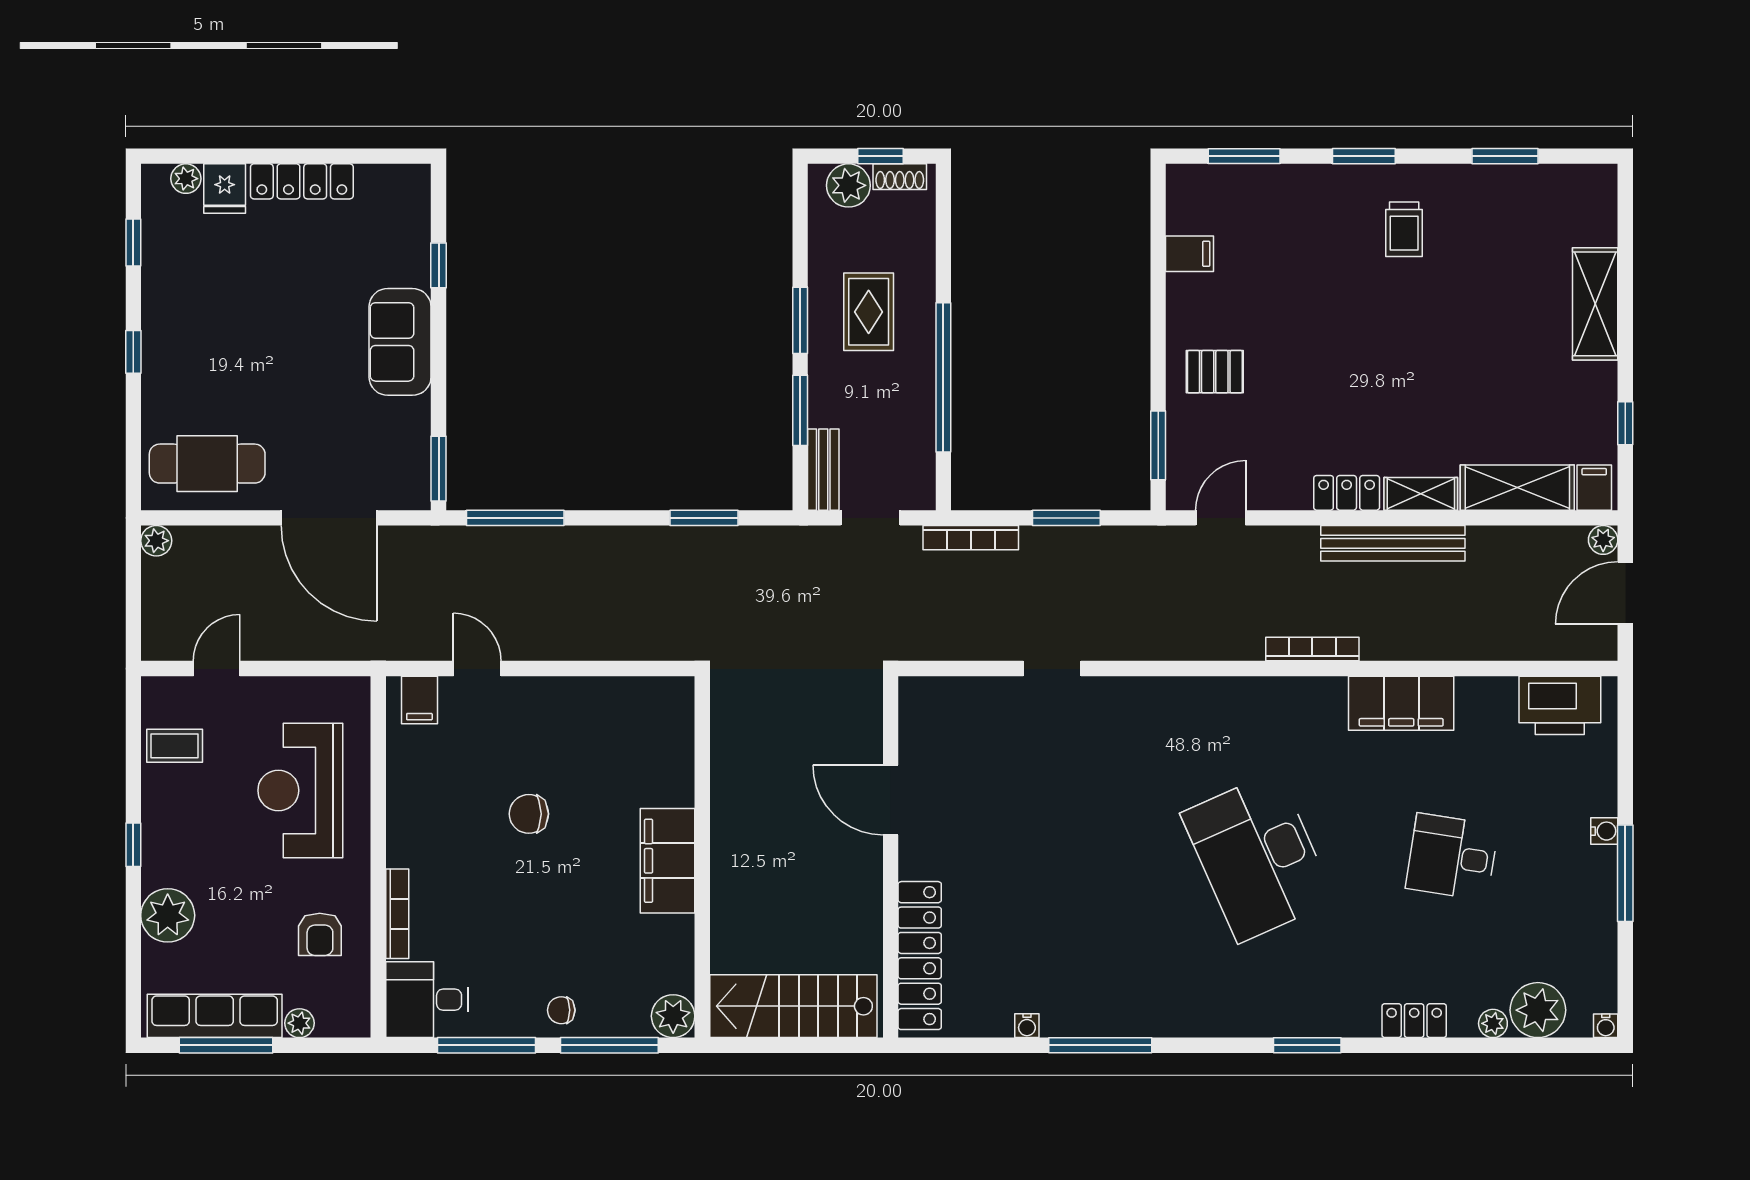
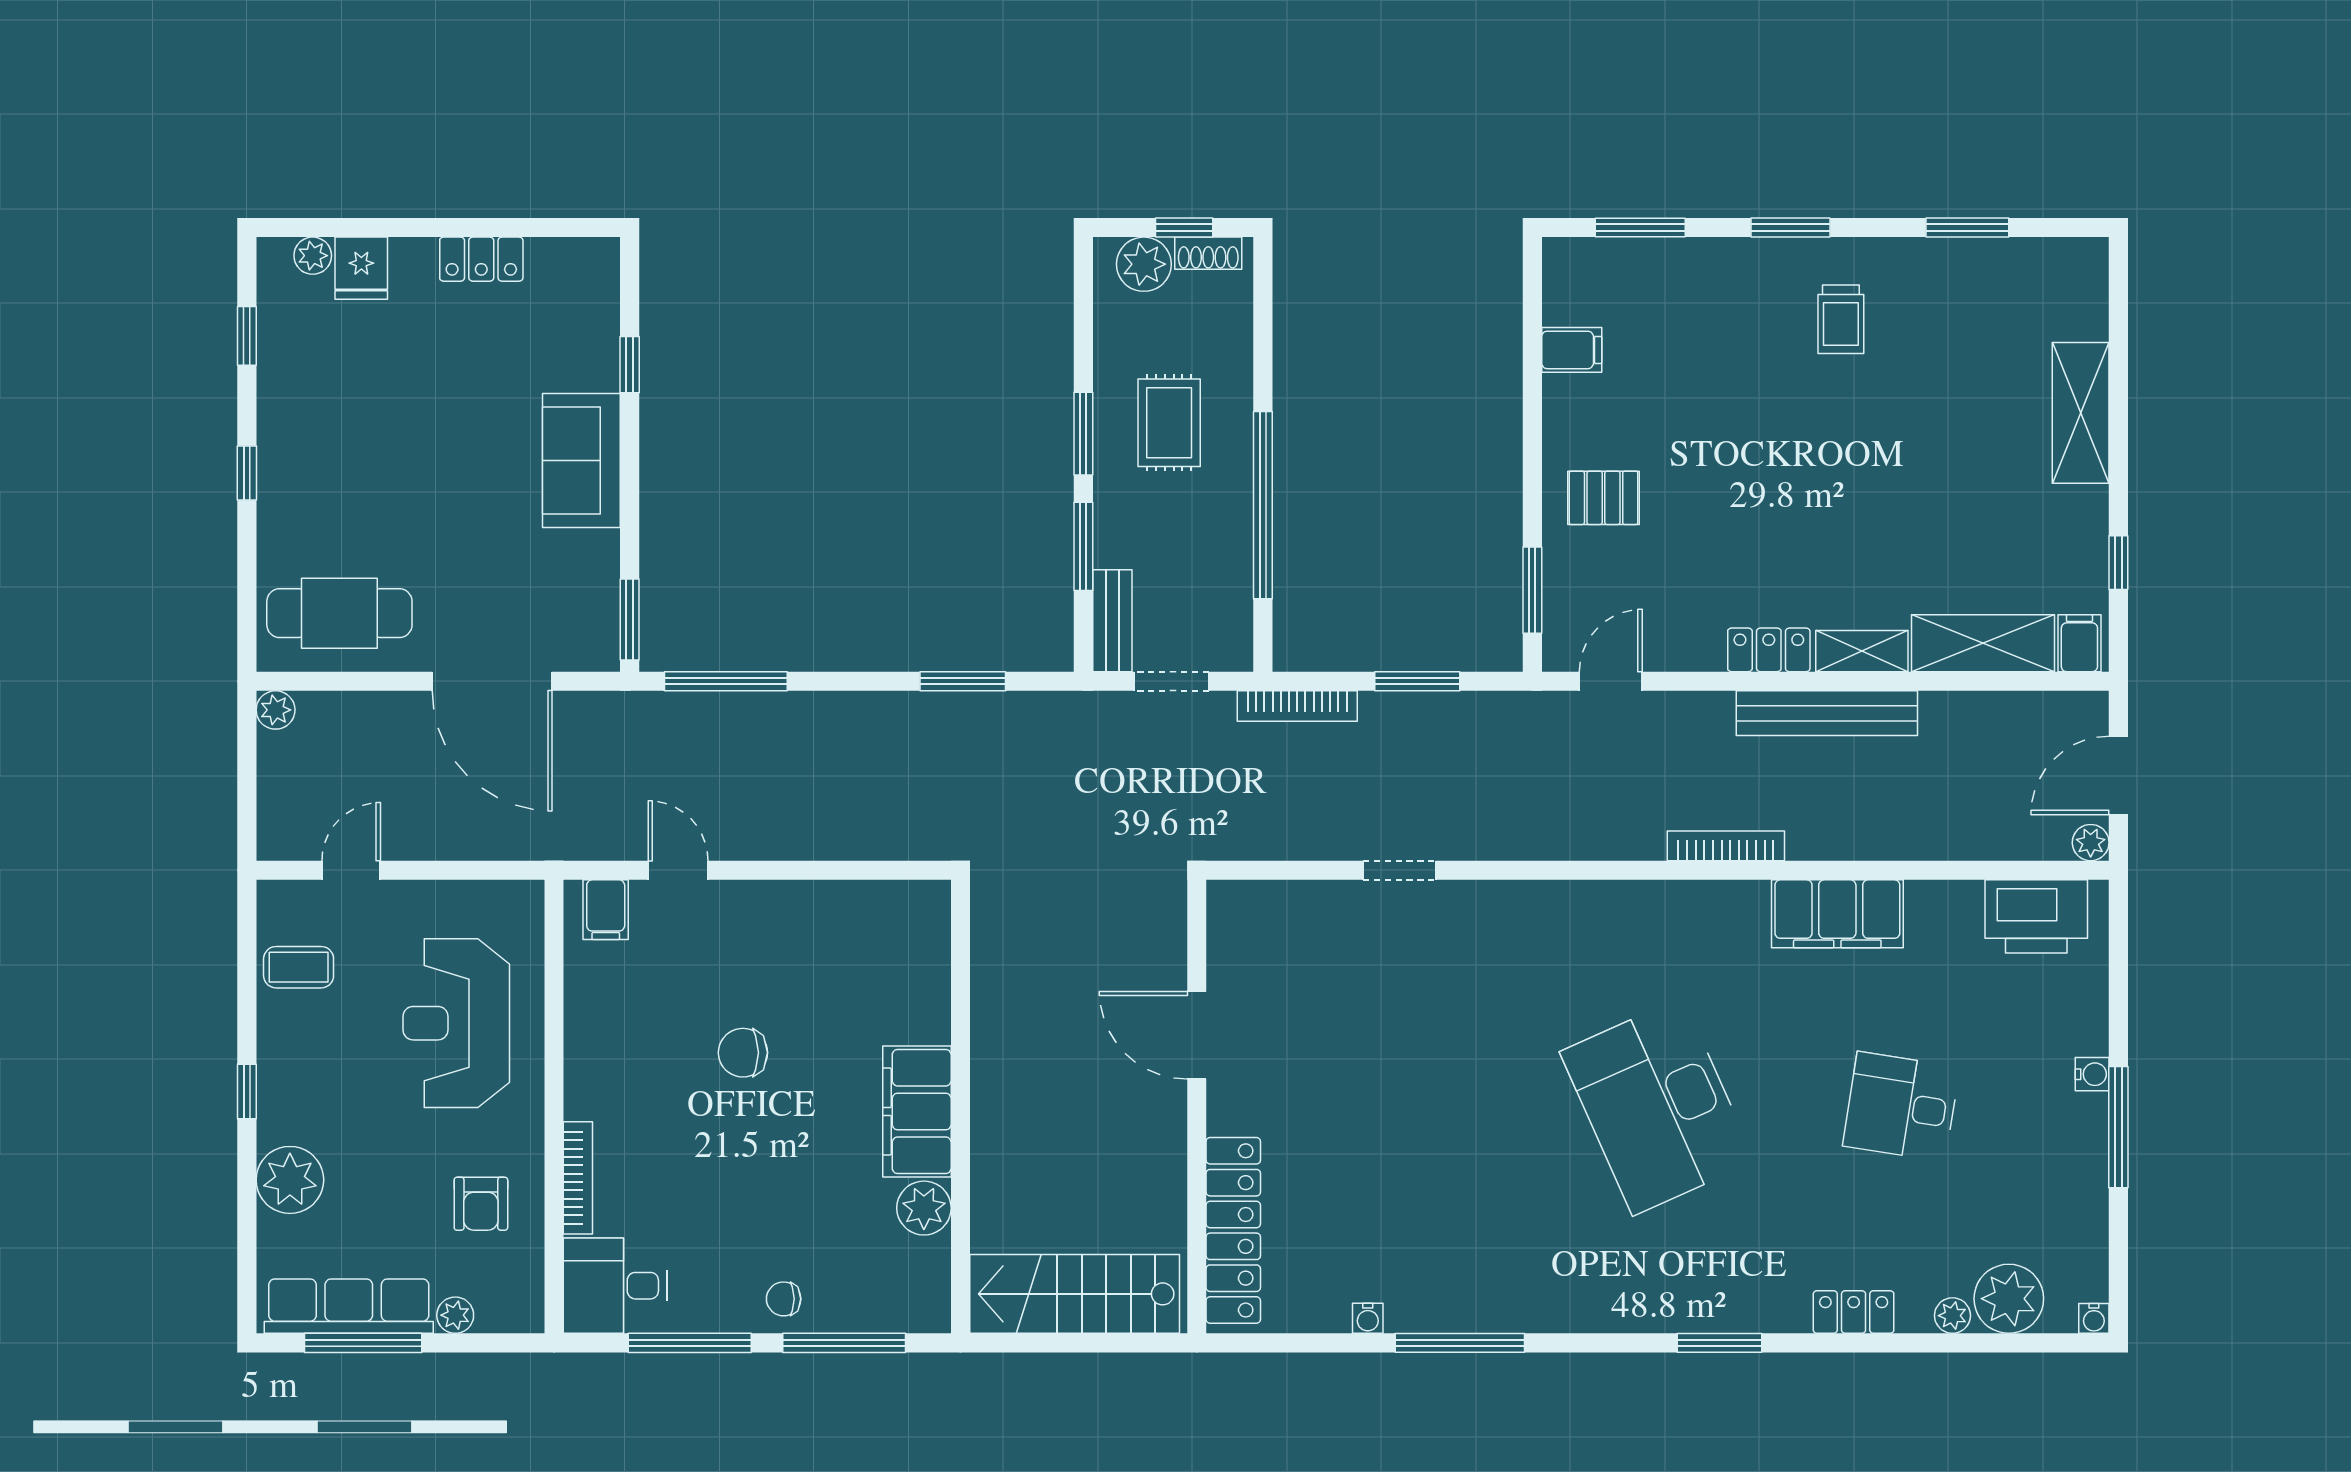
locker: (302, 181) -> (481, 259), width x0.66
plant: (1603, 540) -> (2091, 843), moved
plant: (673, 1016) -> (924, 1208), moved

